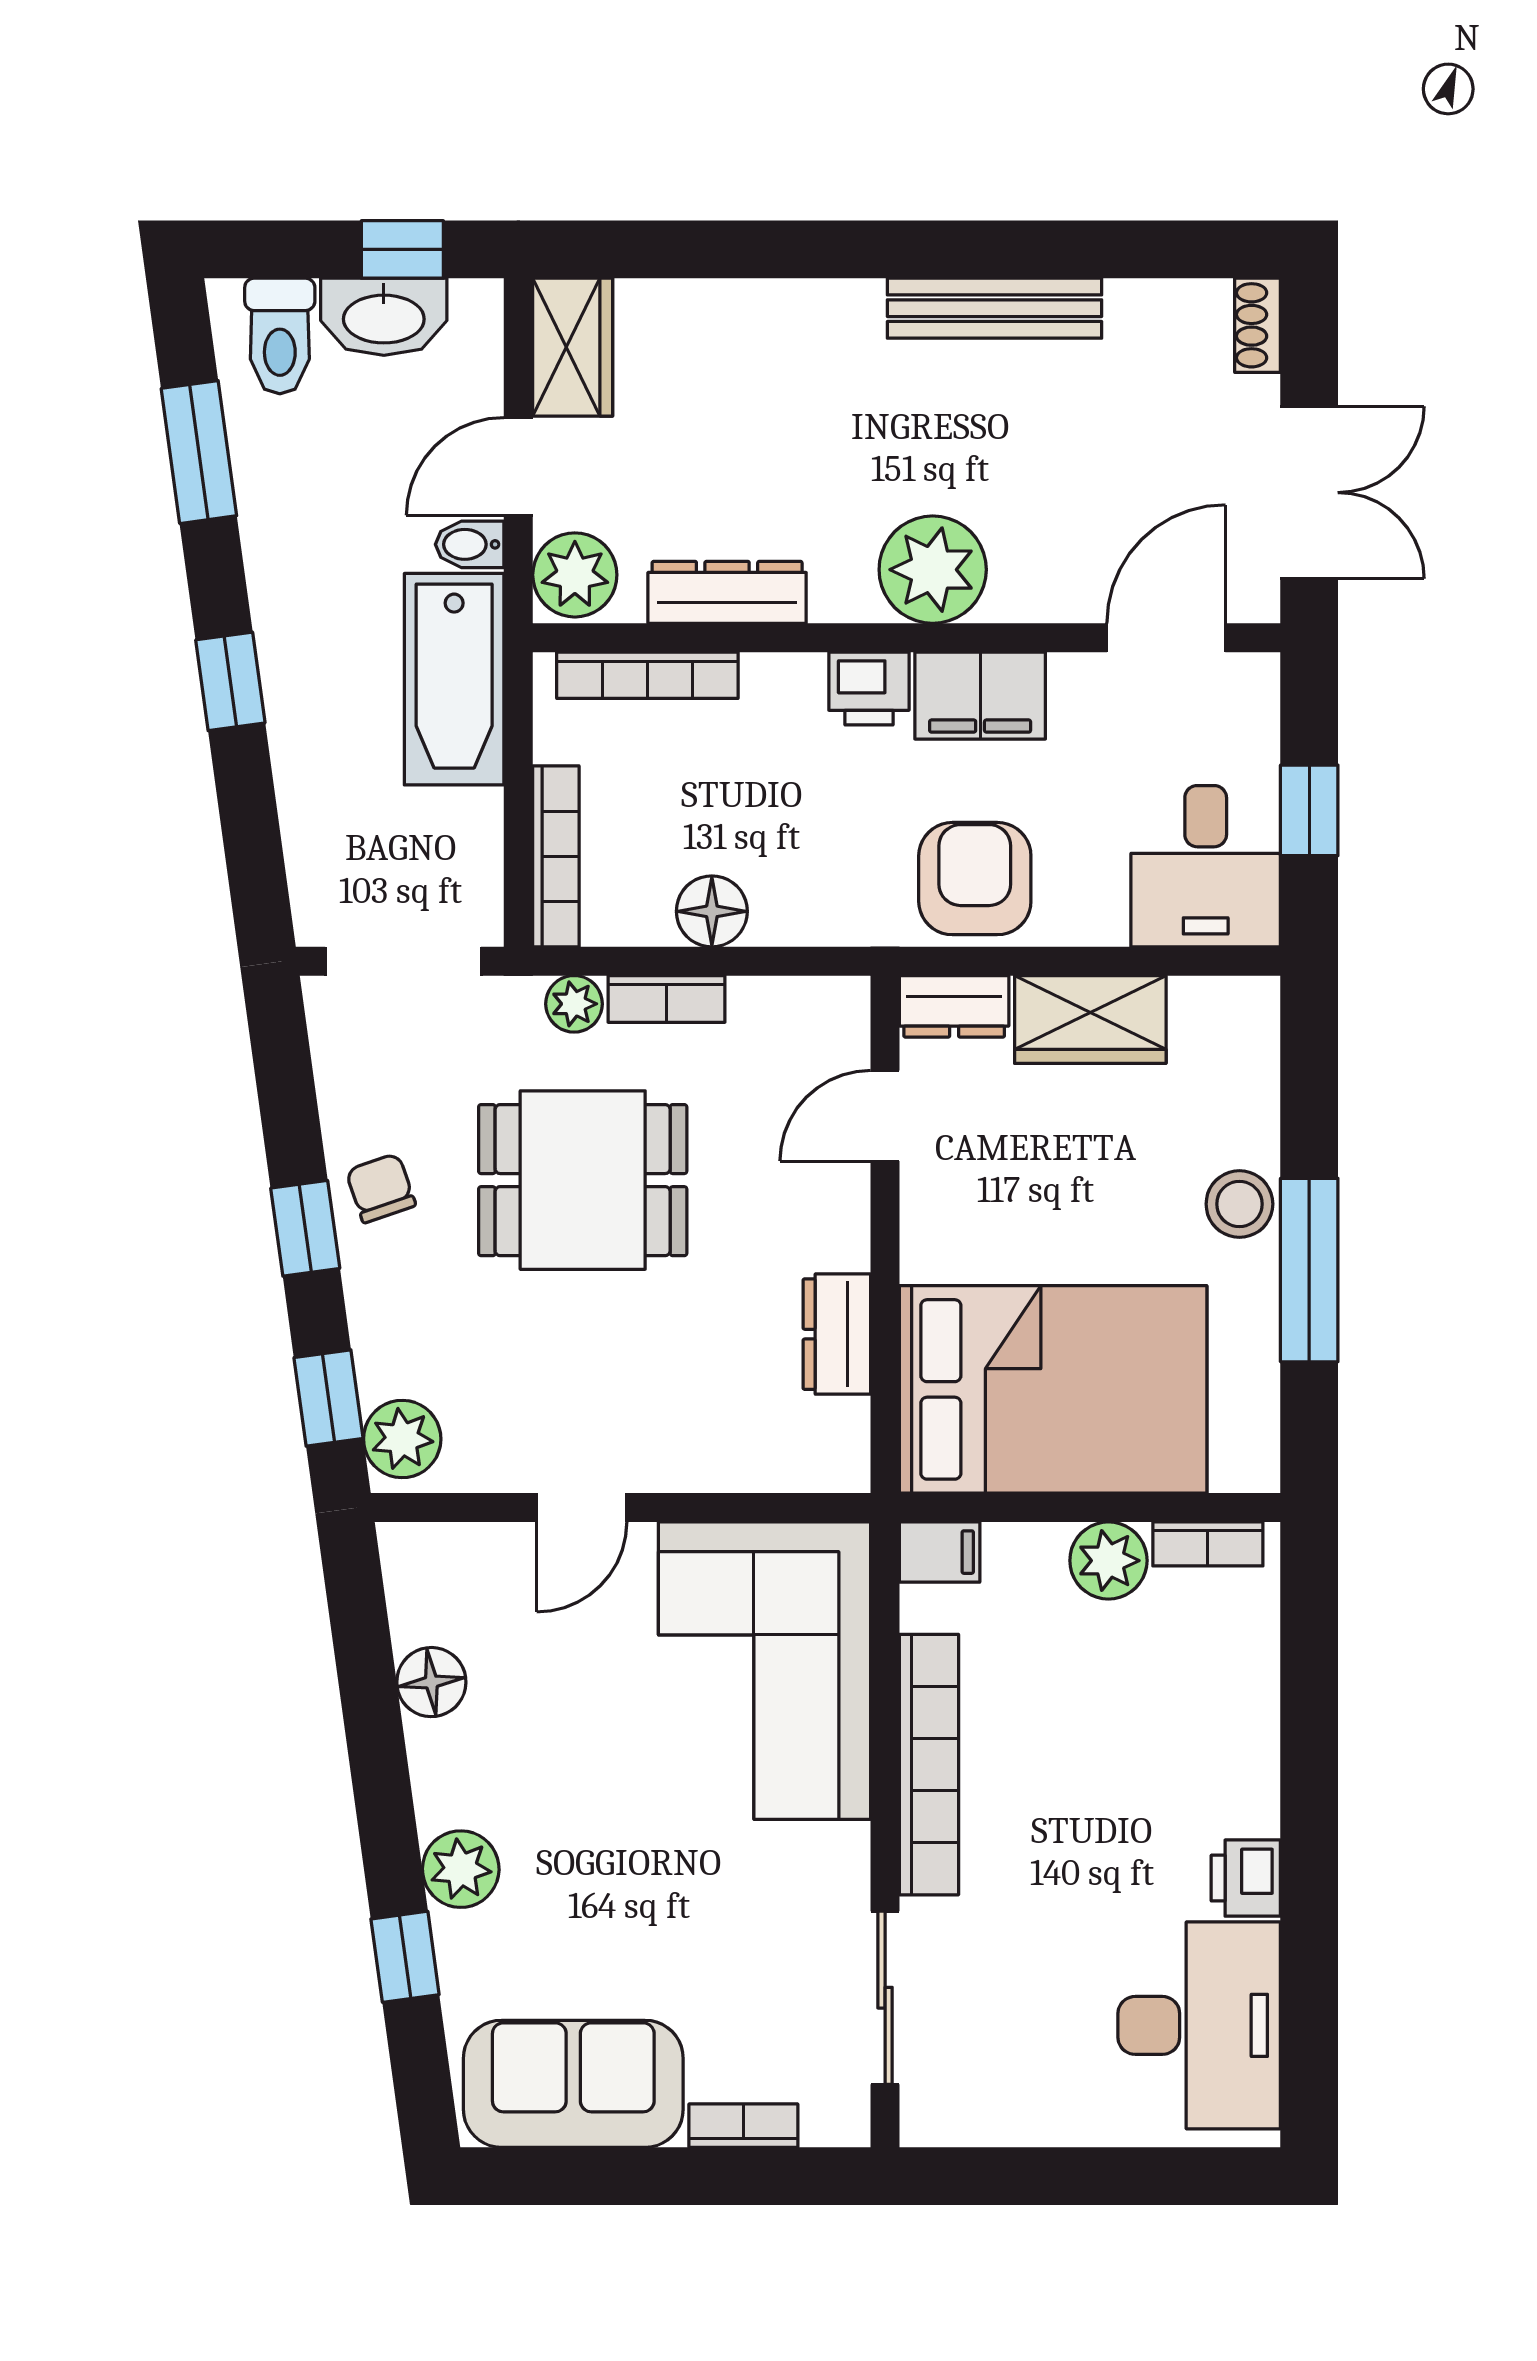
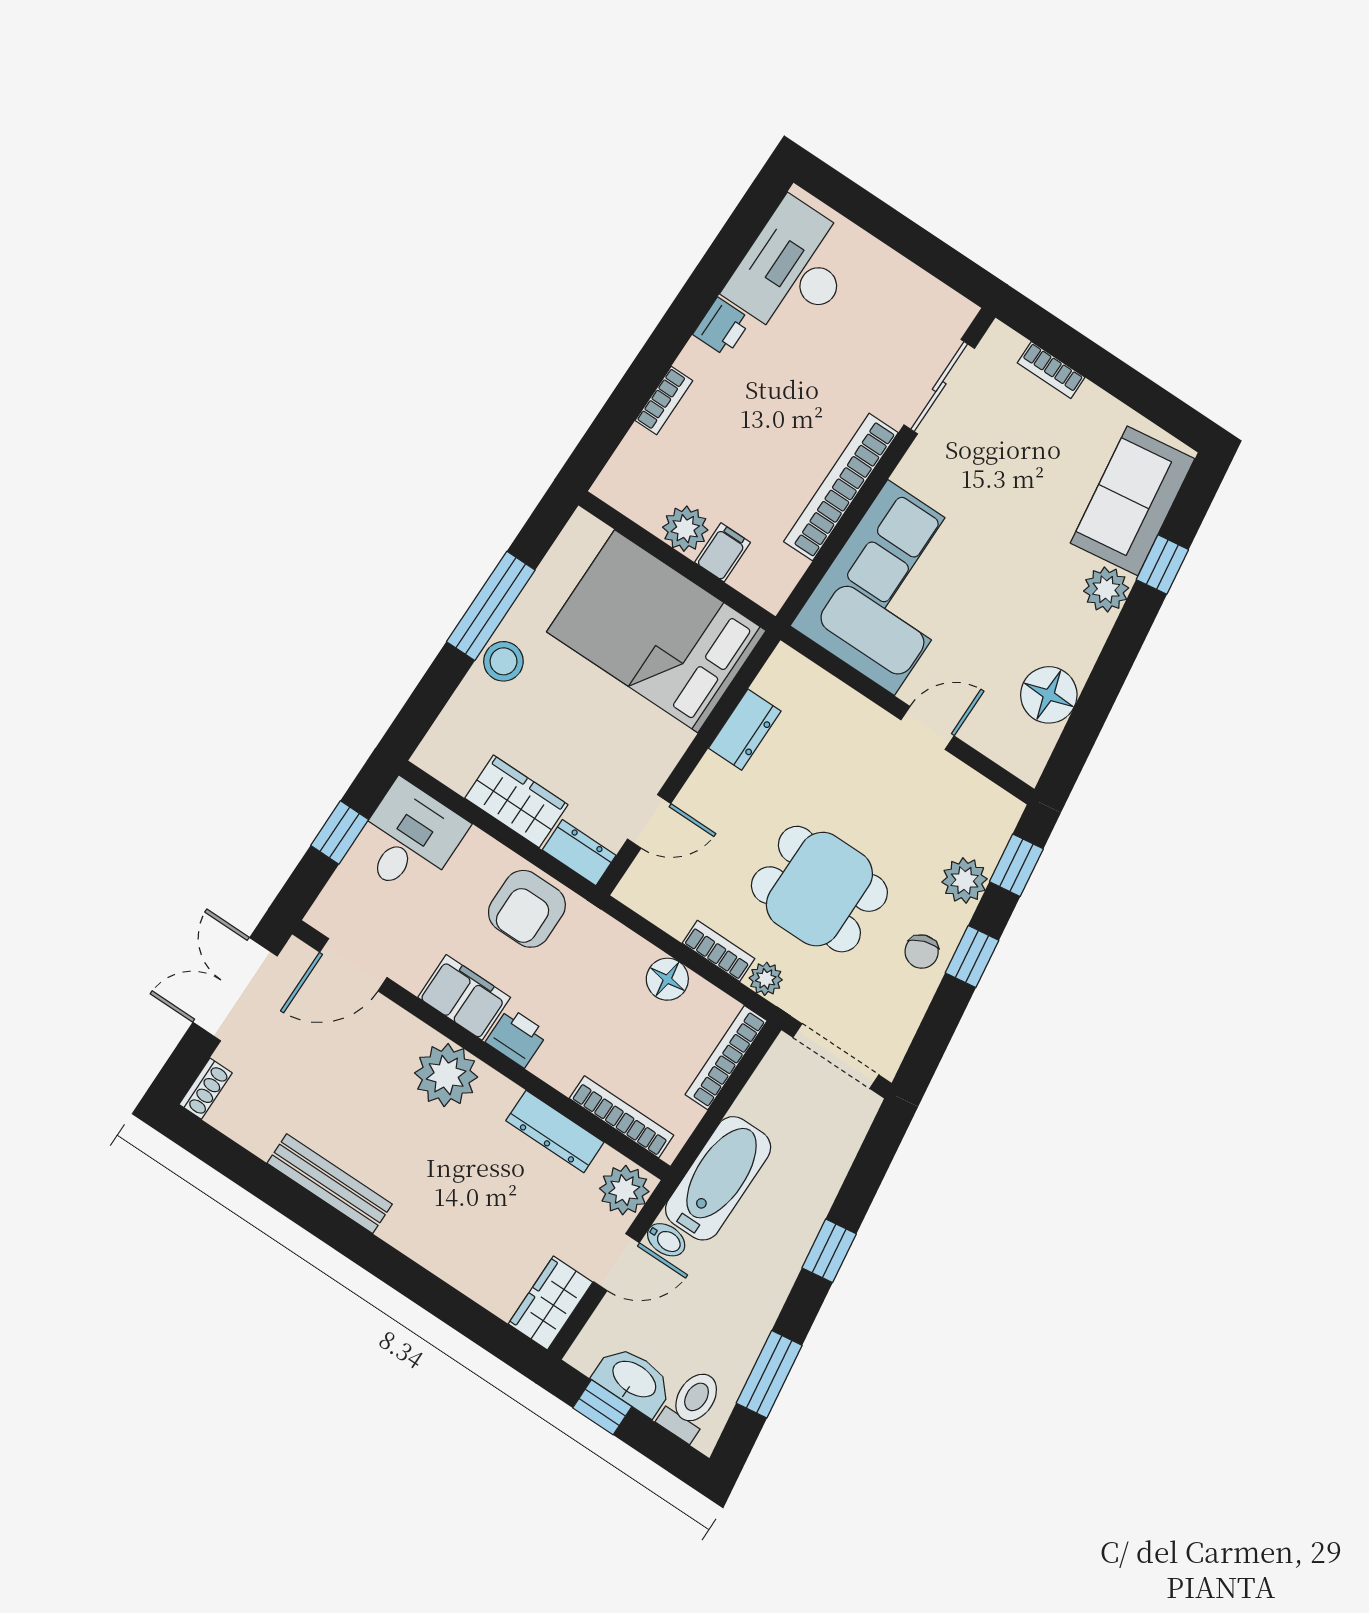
plant: (402, 1439) -> (965, 880), moved
bookcase: (1208, 1544) -> (664, 401), moved, turned 90
filing cabinet: (940, 1552) -> (723, 552), moved, turned 90
floor lamp: (431, 1682) -> (1049, 695), width x1.38, depth x1.38
sofa: (573, 2084) -> (1133, 501), moved, turned 82

